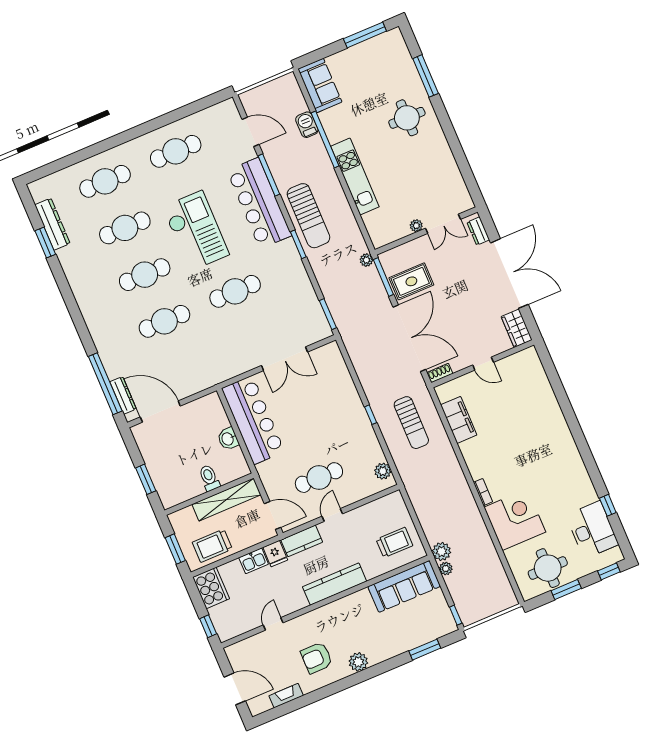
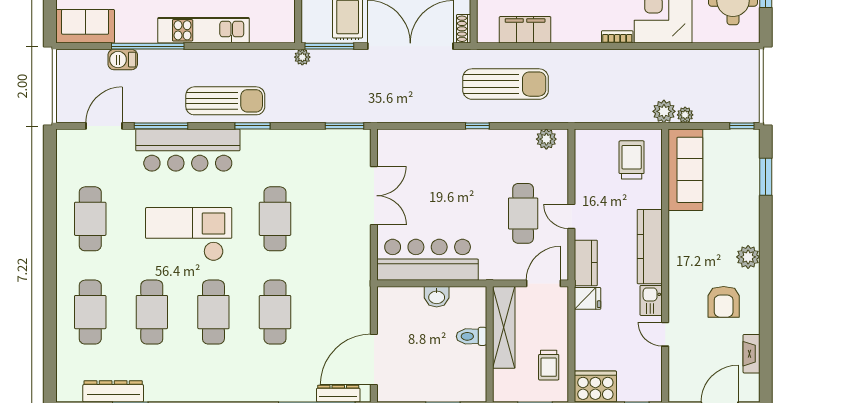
sun lounger: (411, 423) -> (506, 84), width x1.36, depth x1.34
trolley: (212, 546) -> (549, 365), width x0.73, depth x0.72
kitchen sink: (254, 561) -> (651, 300), moved, turned 180

